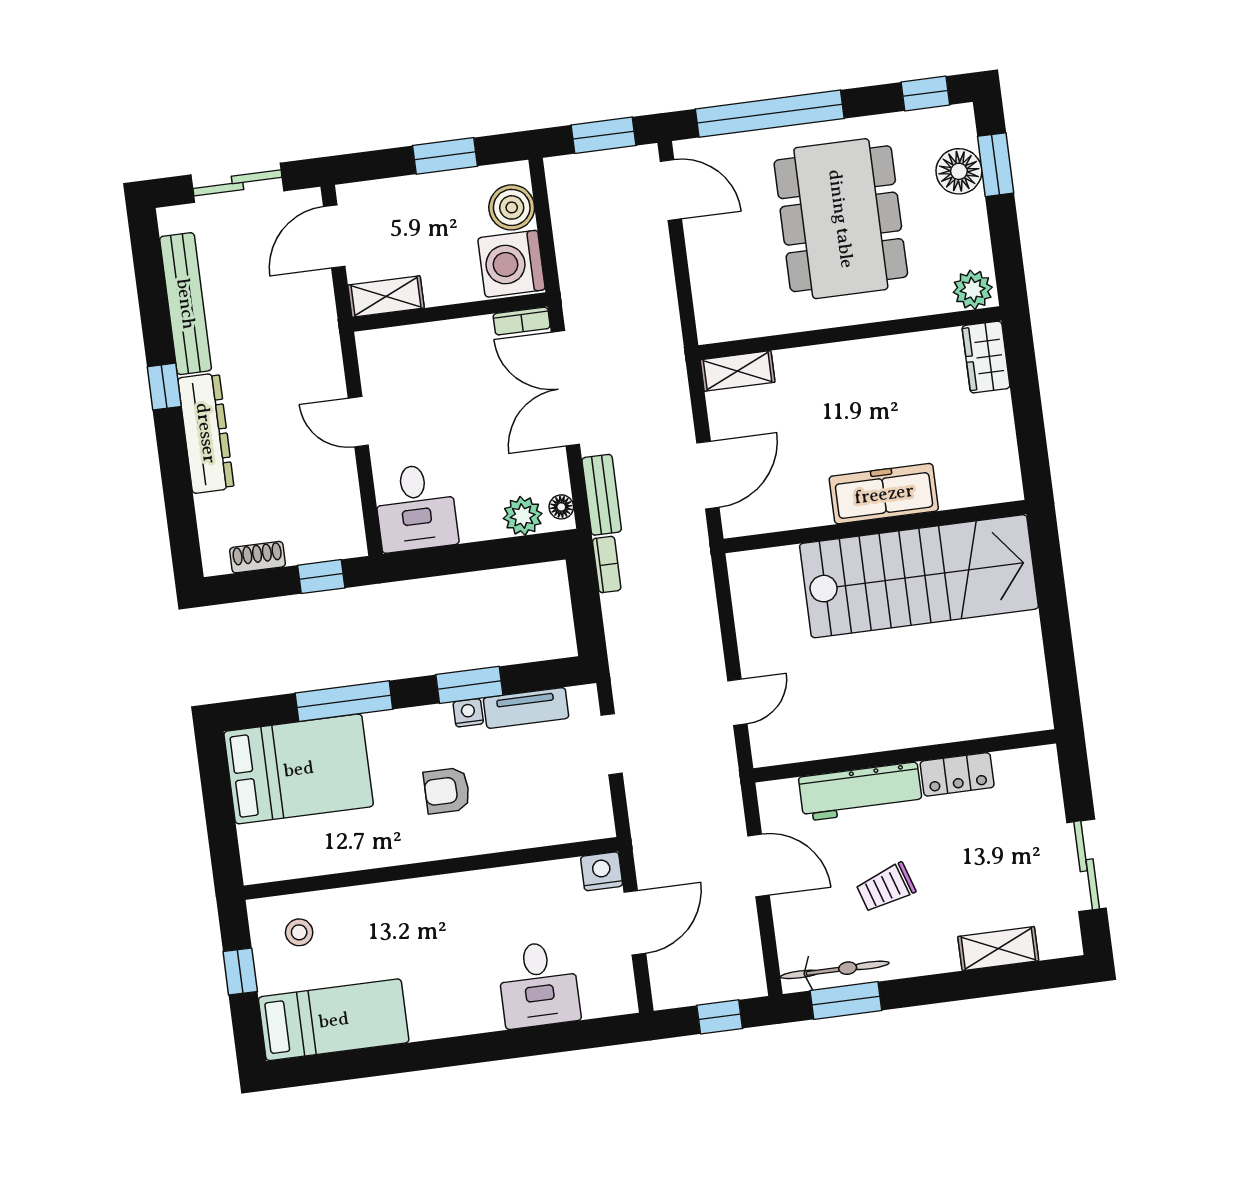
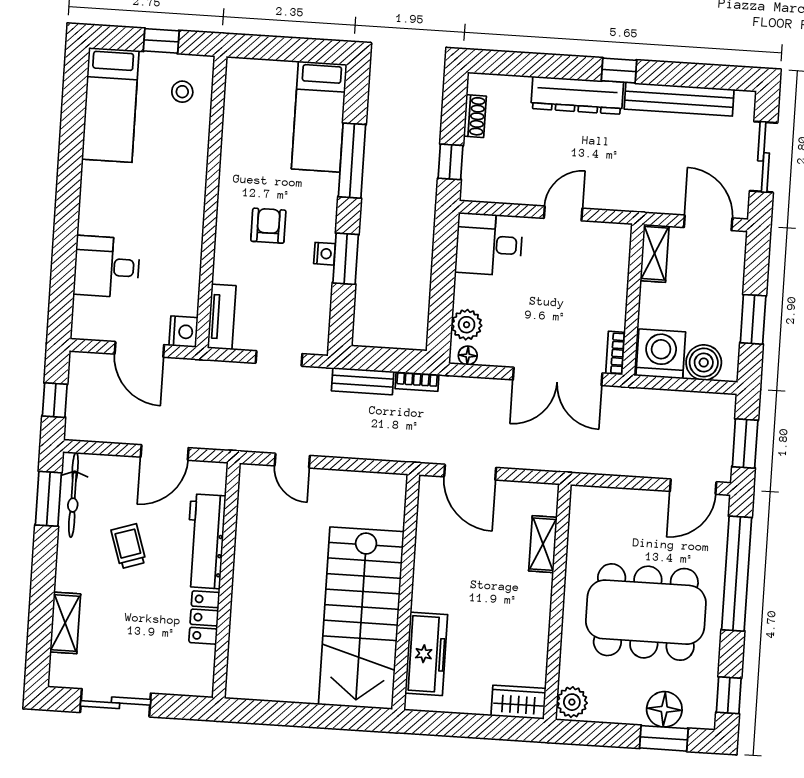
shelving: (738, 371) -> (543, 544), moved
double door: (565, 388) -> (558, 376), swing flipped
freezer: (884, 494) -> (426, 654), moved
bench: (602, 495) -> (363, 381), moved
tv unit: (526, 708) -> (222, 317), moved, turned 180
bed: (299, 769) -> (319, 117), width x0.67

